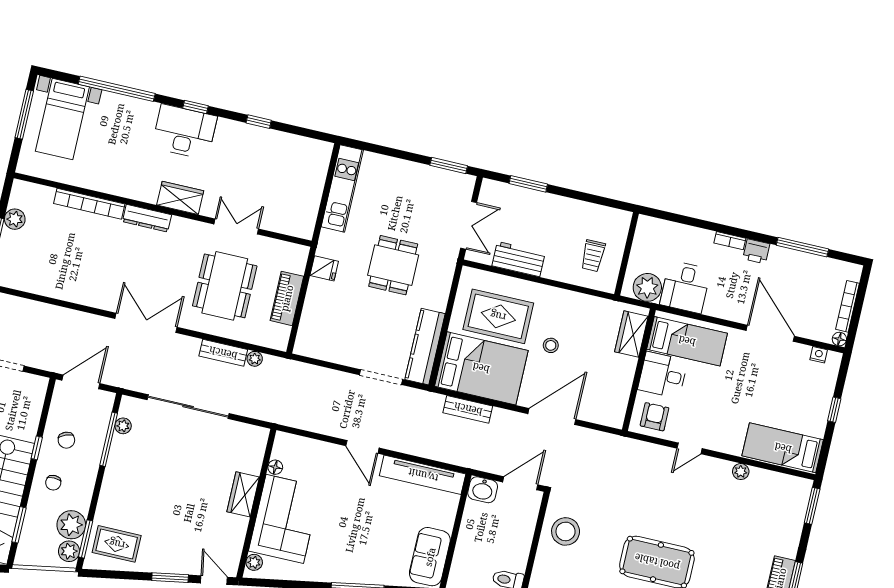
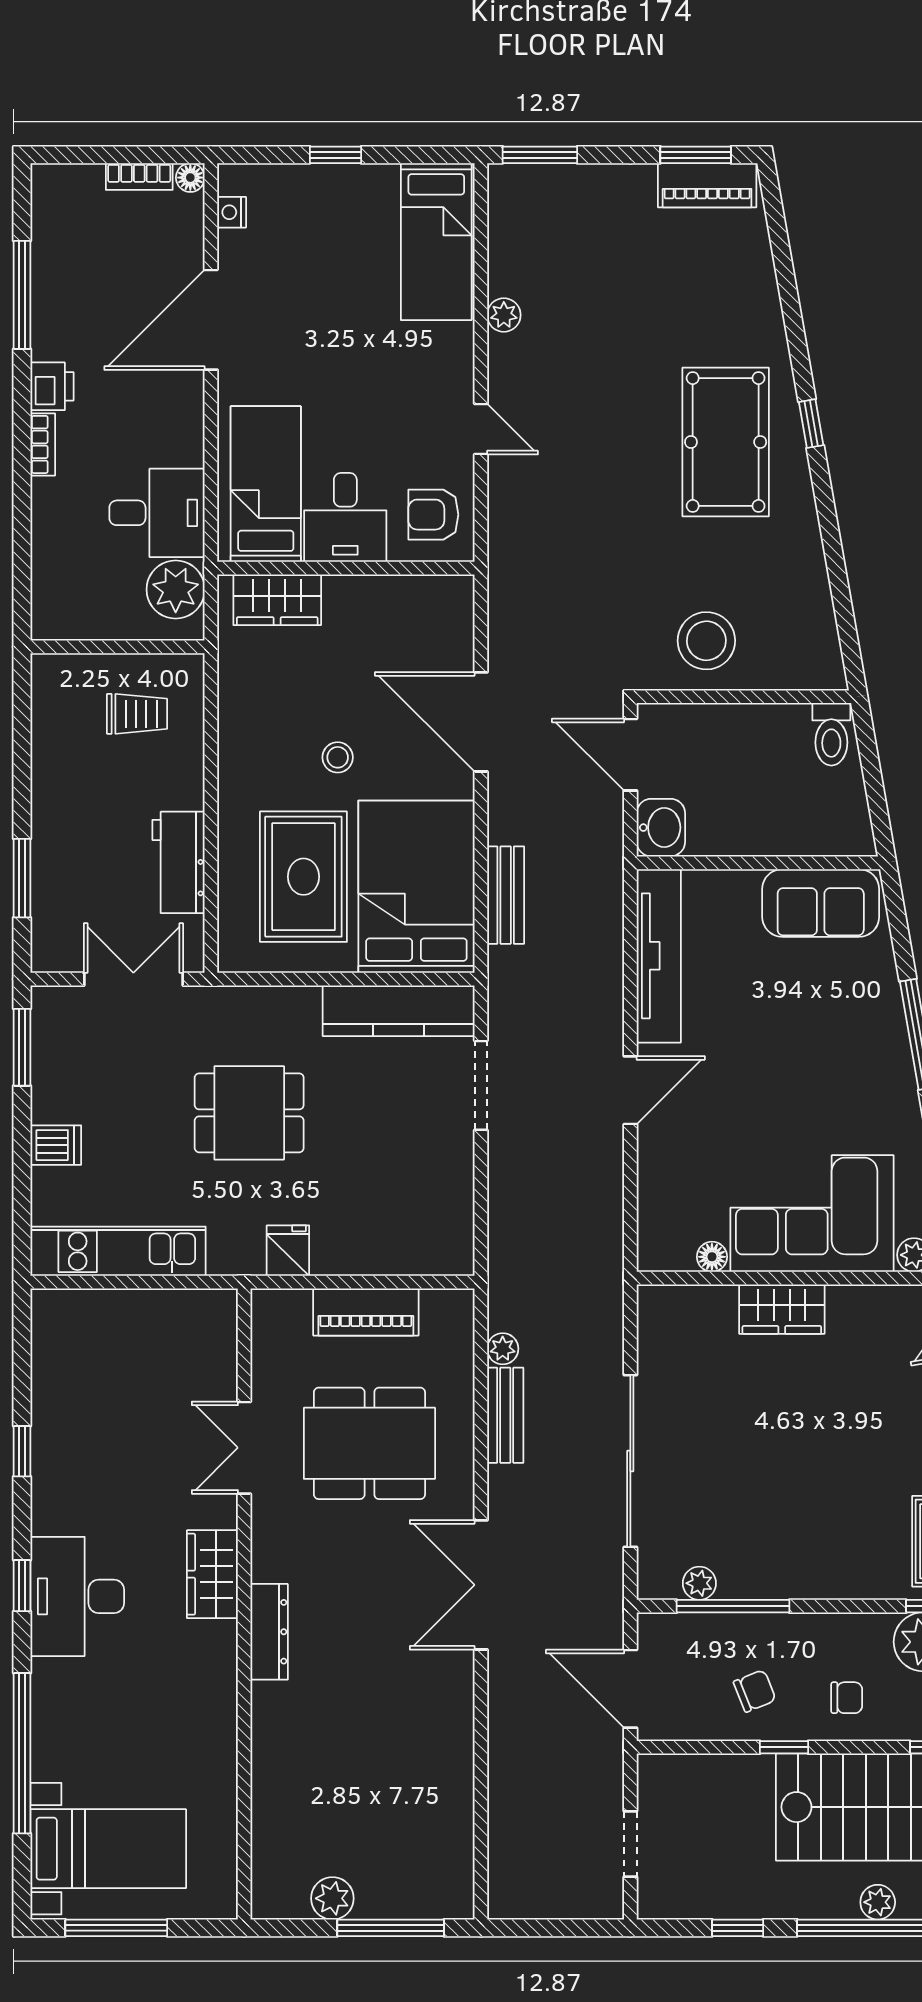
dishwasher: (399, 171) -> (56, 1145), added
bookcase: (89, 204) -> (267, 1755), removed
bookcase: (847, 306) -> (139, 177), width x0.64

